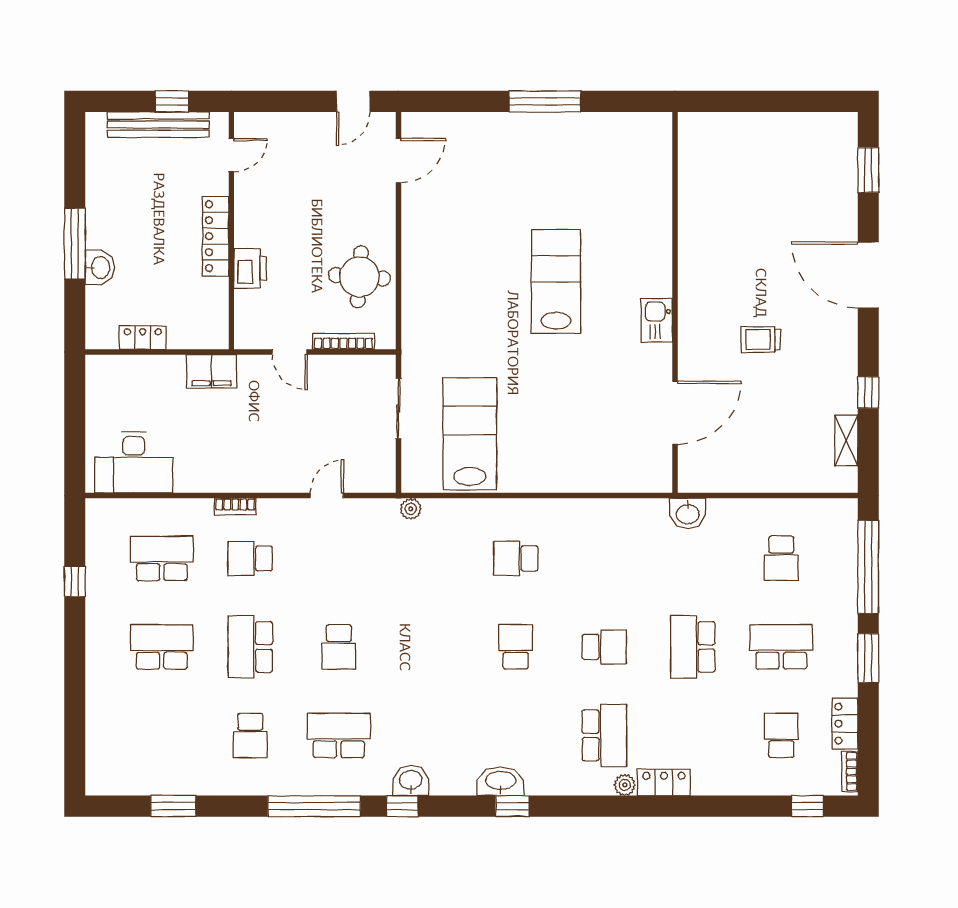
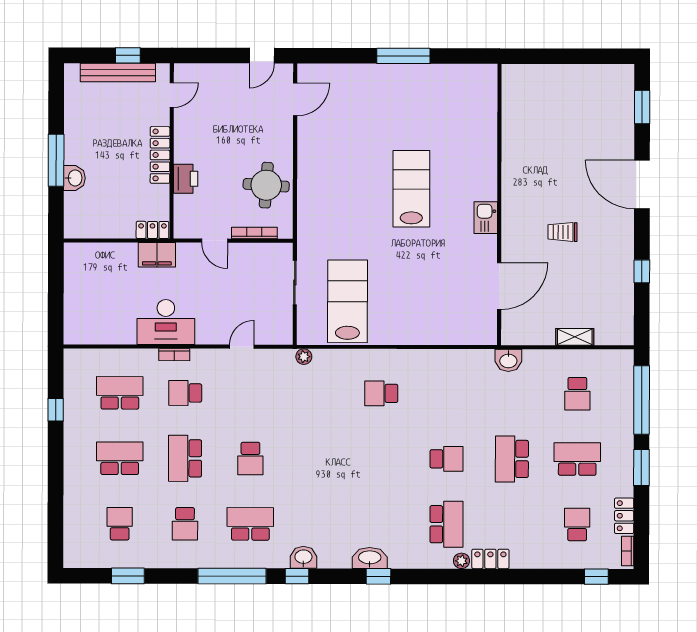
locker: (143, 338) -> (152, 230), moved
shelving: (846, 441) -> (575, 337), moved, turned 90
desk: (134, 462) -> (166, 322), moved
school desk: (516, 647) -> (120, 524), moved

